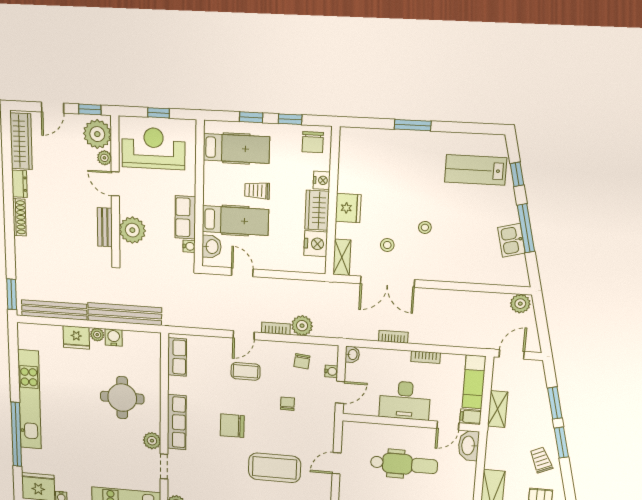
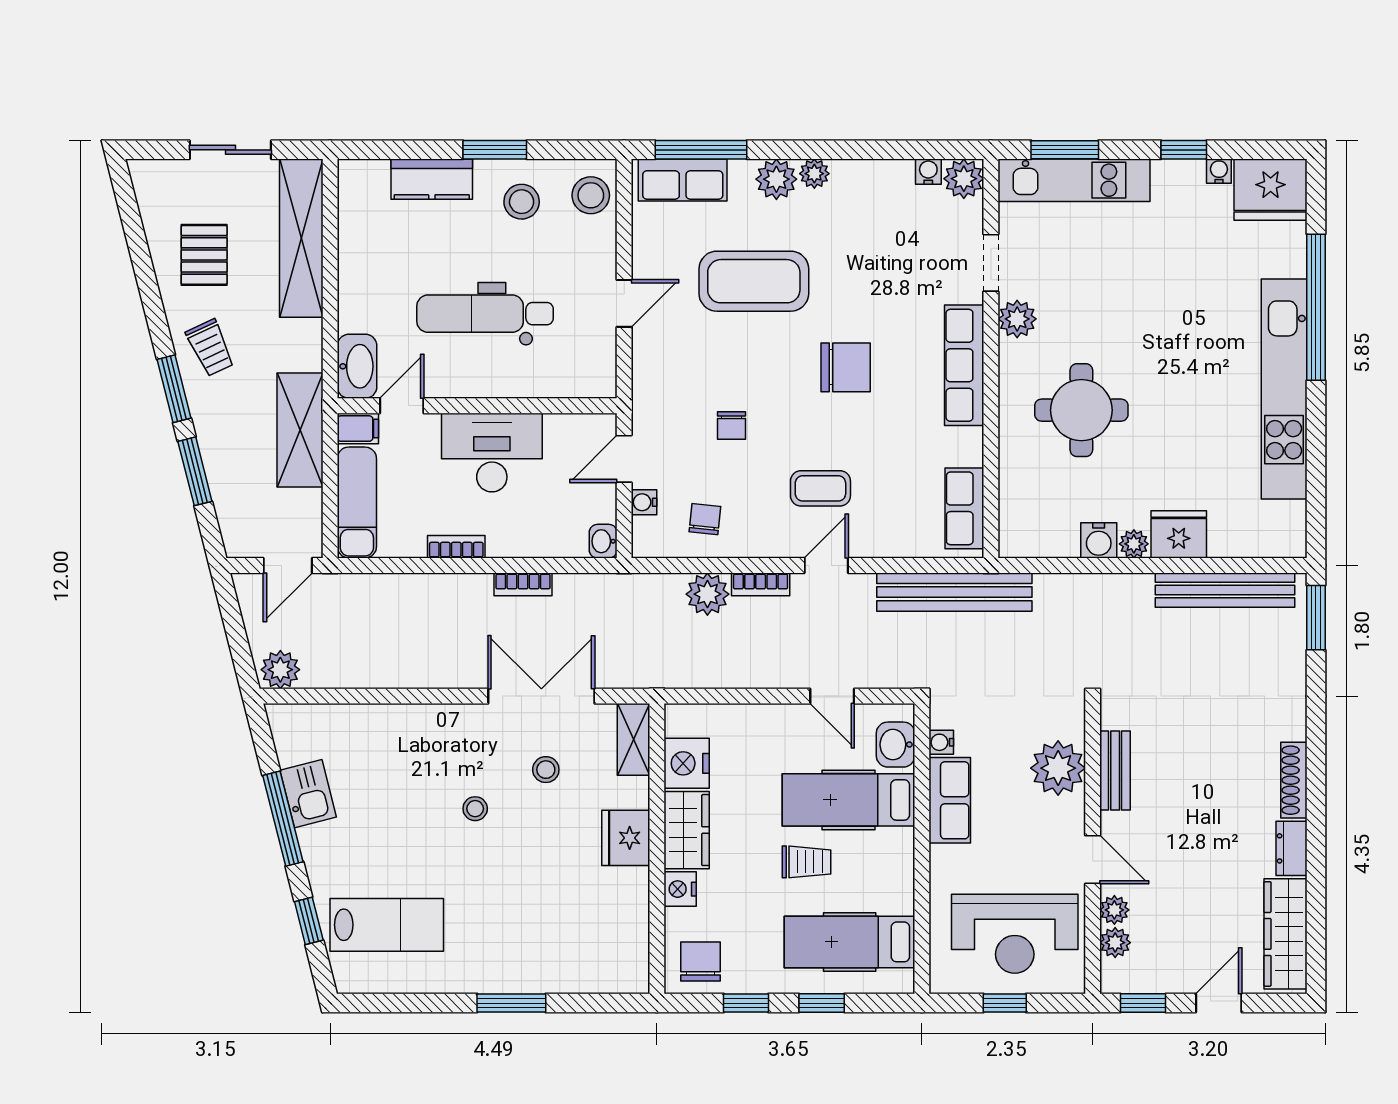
plant: (97, 134) -> (1115, 943), width x0.53, depth x0.53
bench: (125, 314) -> (954, 592), moved
shelving: (498, 409) -> (300, 430), width x1.50, depth x1.33

